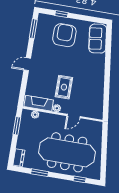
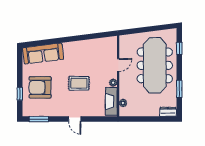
sofa: (98, 39) -> (43, 53), width x1.36
rug: (64, 87) -> (79, 83), moved
door: (74, 116) -> (118, 65), hinge flipped
window: (17, 126) -> (137, 119), removed

